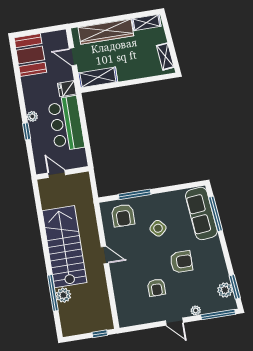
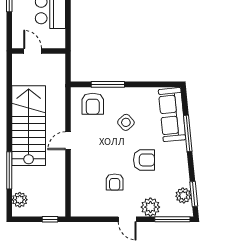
window: (216, 214) -> (188, 133), moved
door: (105, 255) -> (68, 141), swing flipped
plant: (63, 295) -> (20, 200), moved
plant: (196, 311) -> (150, 207), width x1.88, depth x1.88

